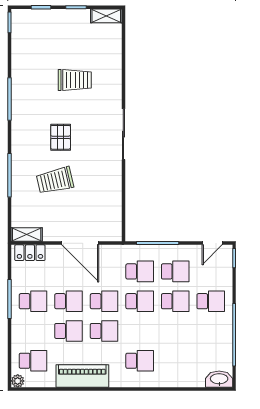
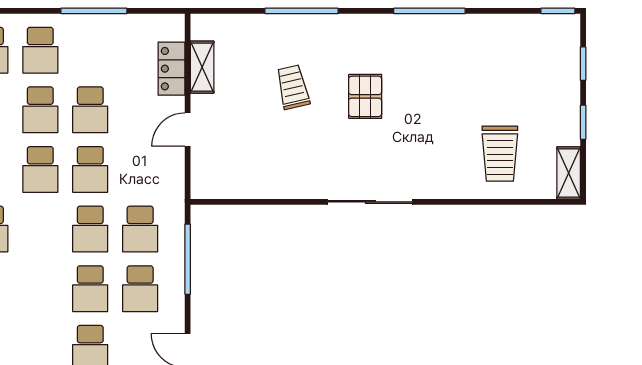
trolley: (75, 80) -> (500, 154), moved
pallet: (61, 137) -> (365, 96), turned 90
trolley: (55, 180) -> (293, 87), width x0.73, depth x0.72
shelving: (27, 235) -> (202, 67), moved
door: (80, 243) -> (188, 130), width x0.53
locker: (30, 253) -> (172, 69), moved
school desk: (33, 301) -> (40, 50), moved

